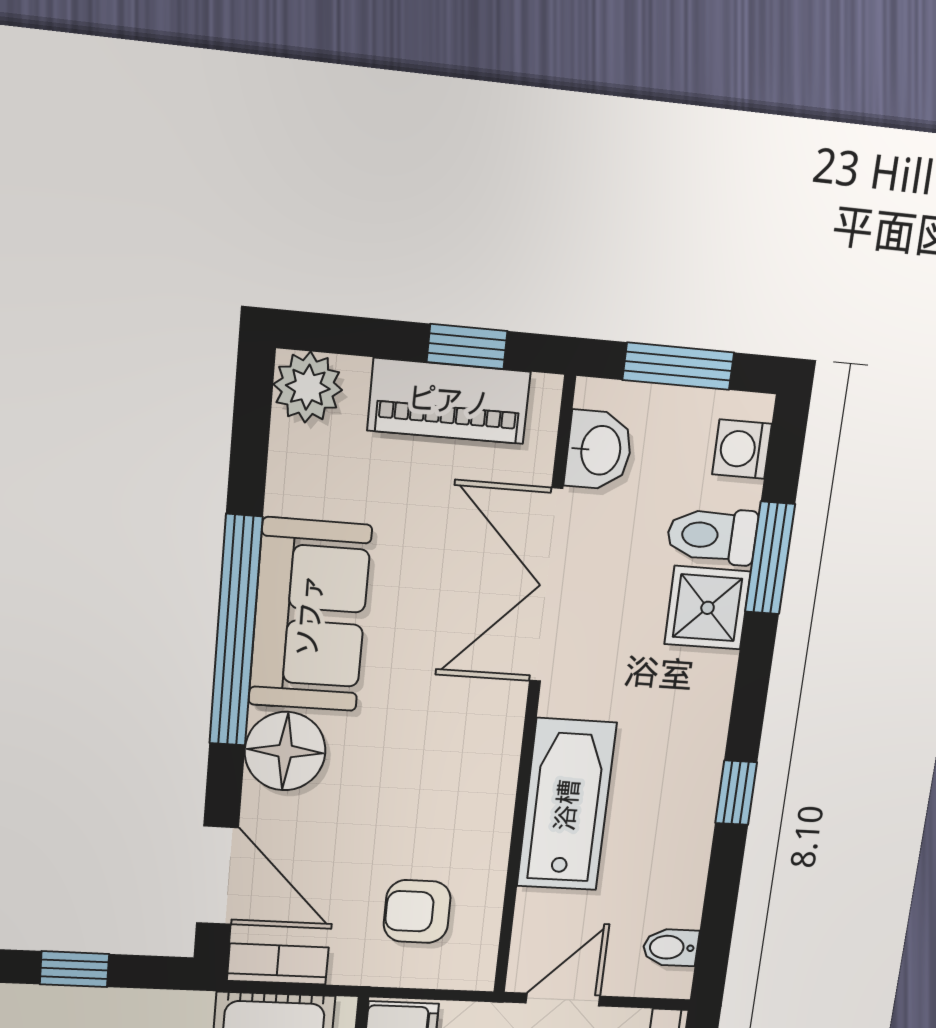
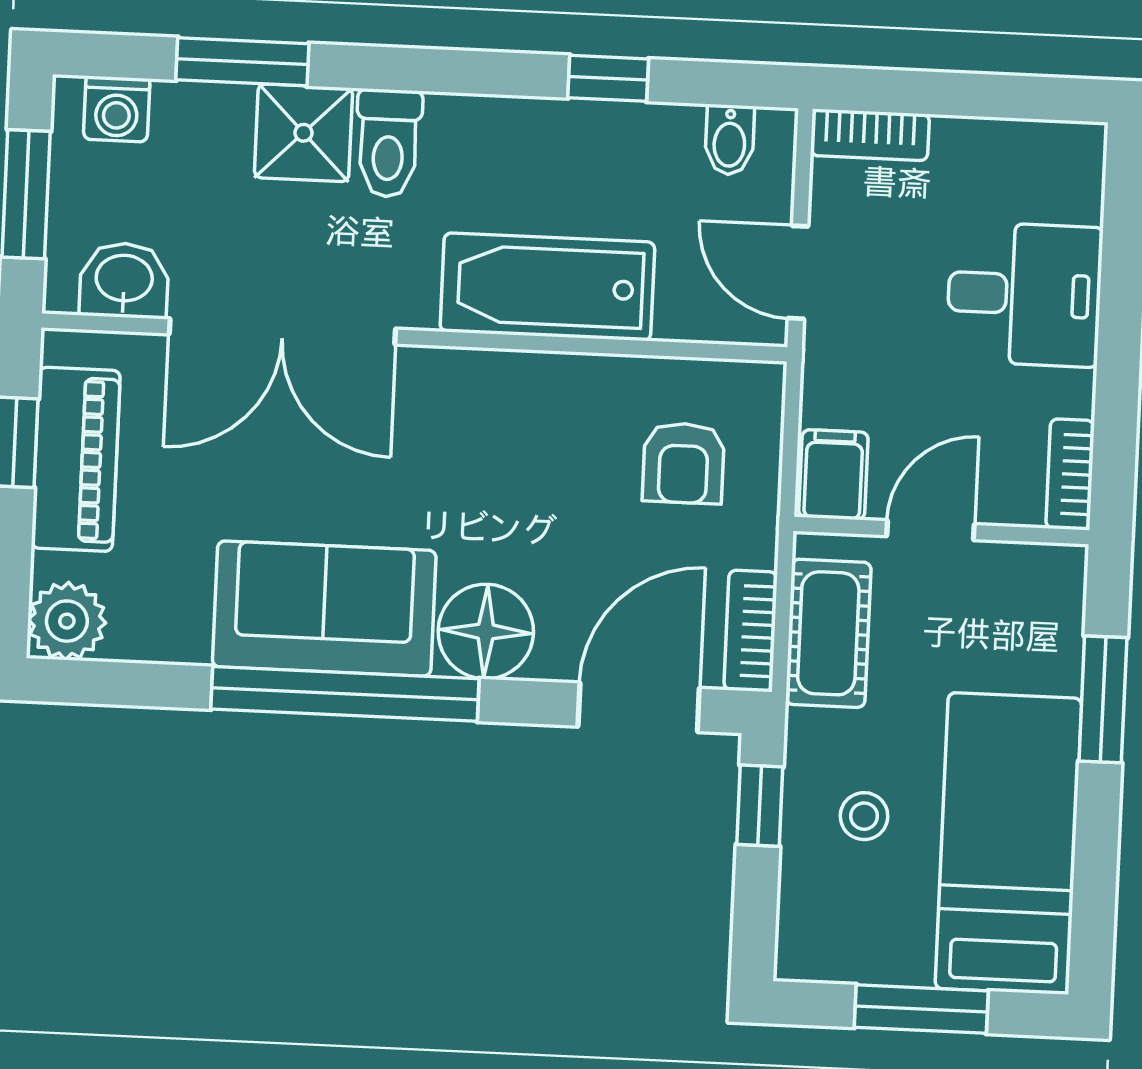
toilet: (712, 536) -> (388, 143), moved
window: (736, 793) -> (608, 78), moved
window: (74, 969) -> (760, 806), moved

